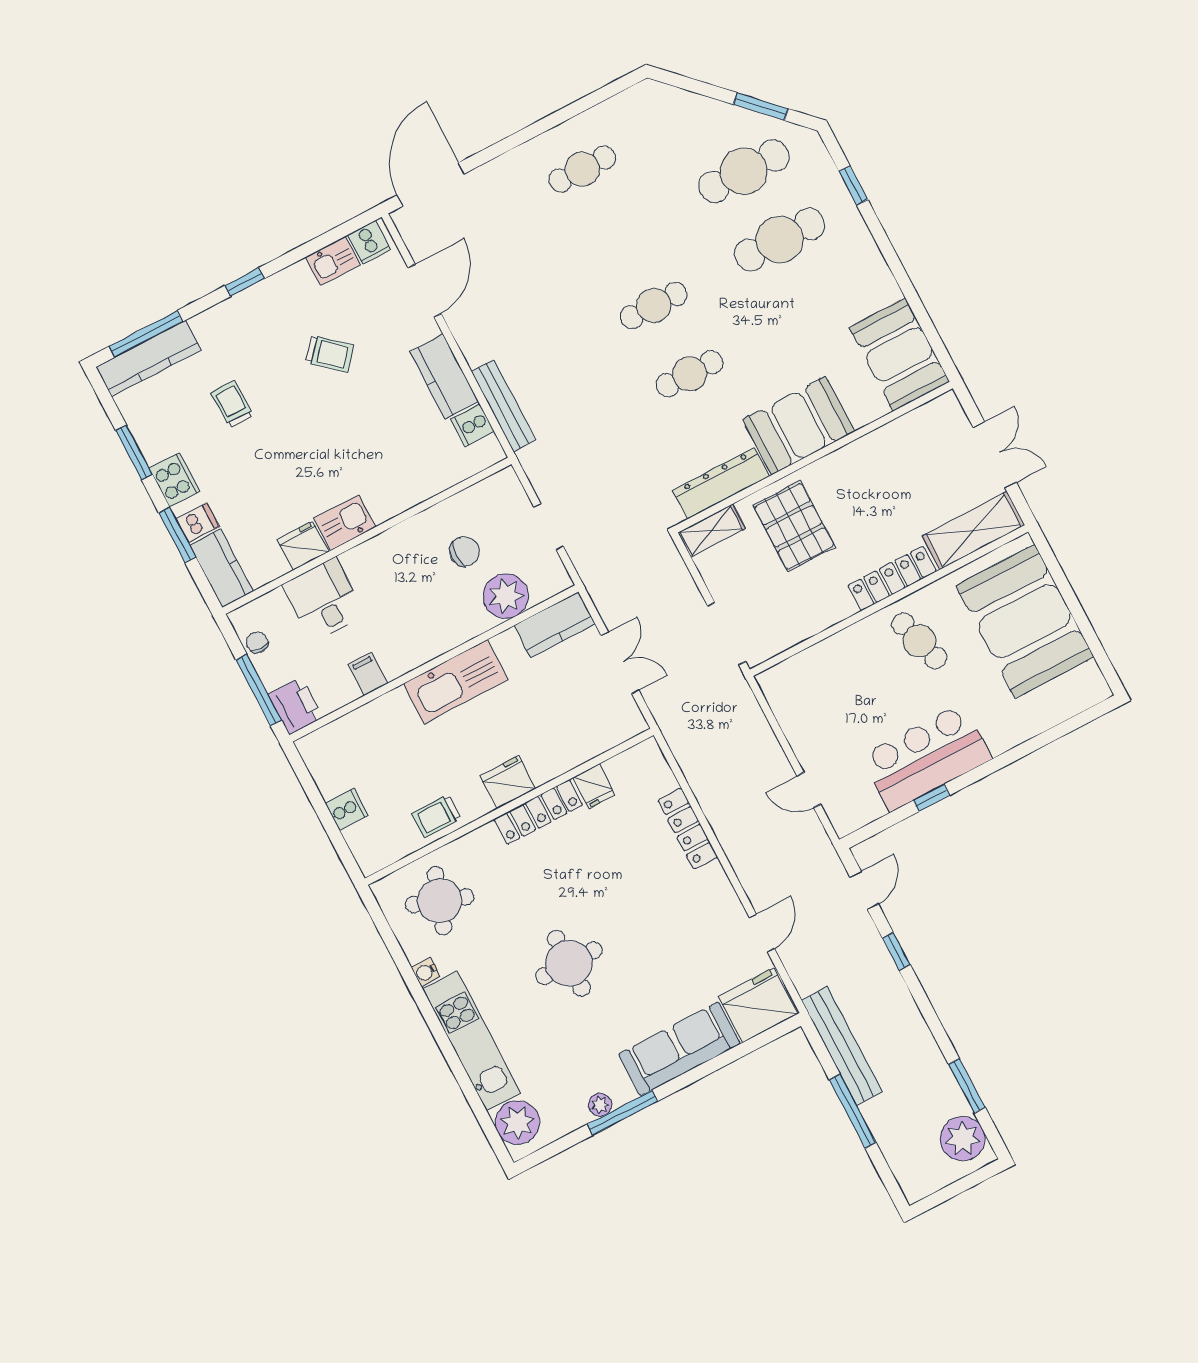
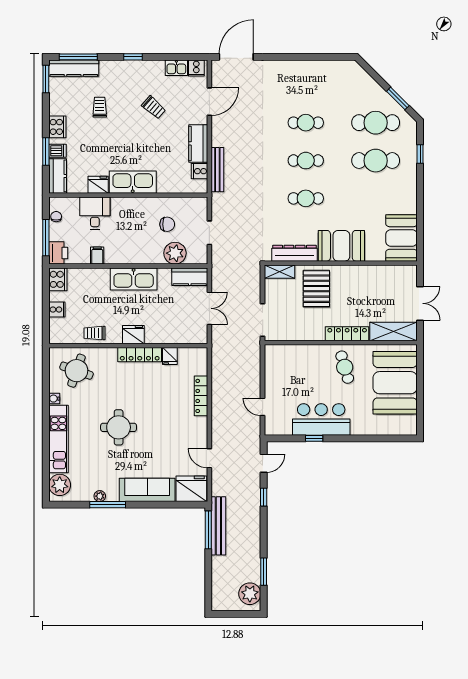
cafe table: (582, 169) -> (306, 123), moved
window: (134, 452) -> (46, 79), moved
kitchen sink: (345, 522) -> (133, 182), width x1.87, depth x1.24
cooker: (320, 754) -> (58, 279), added
door: (762, 933) -> (209, 458), swing flipped
window: (853, 1111) -> (208, 530), moved

